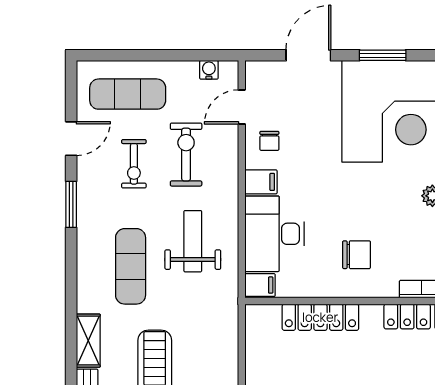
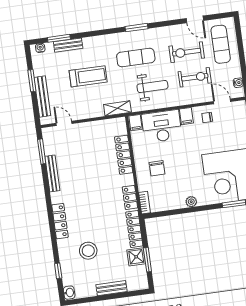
exercise bike: (134, 164) -> (187, 52), width x1.38, depth x1.39
window: (71, 204) -> (136, 28), moved
shelving: (88, 341) -> (117, 108), moved

